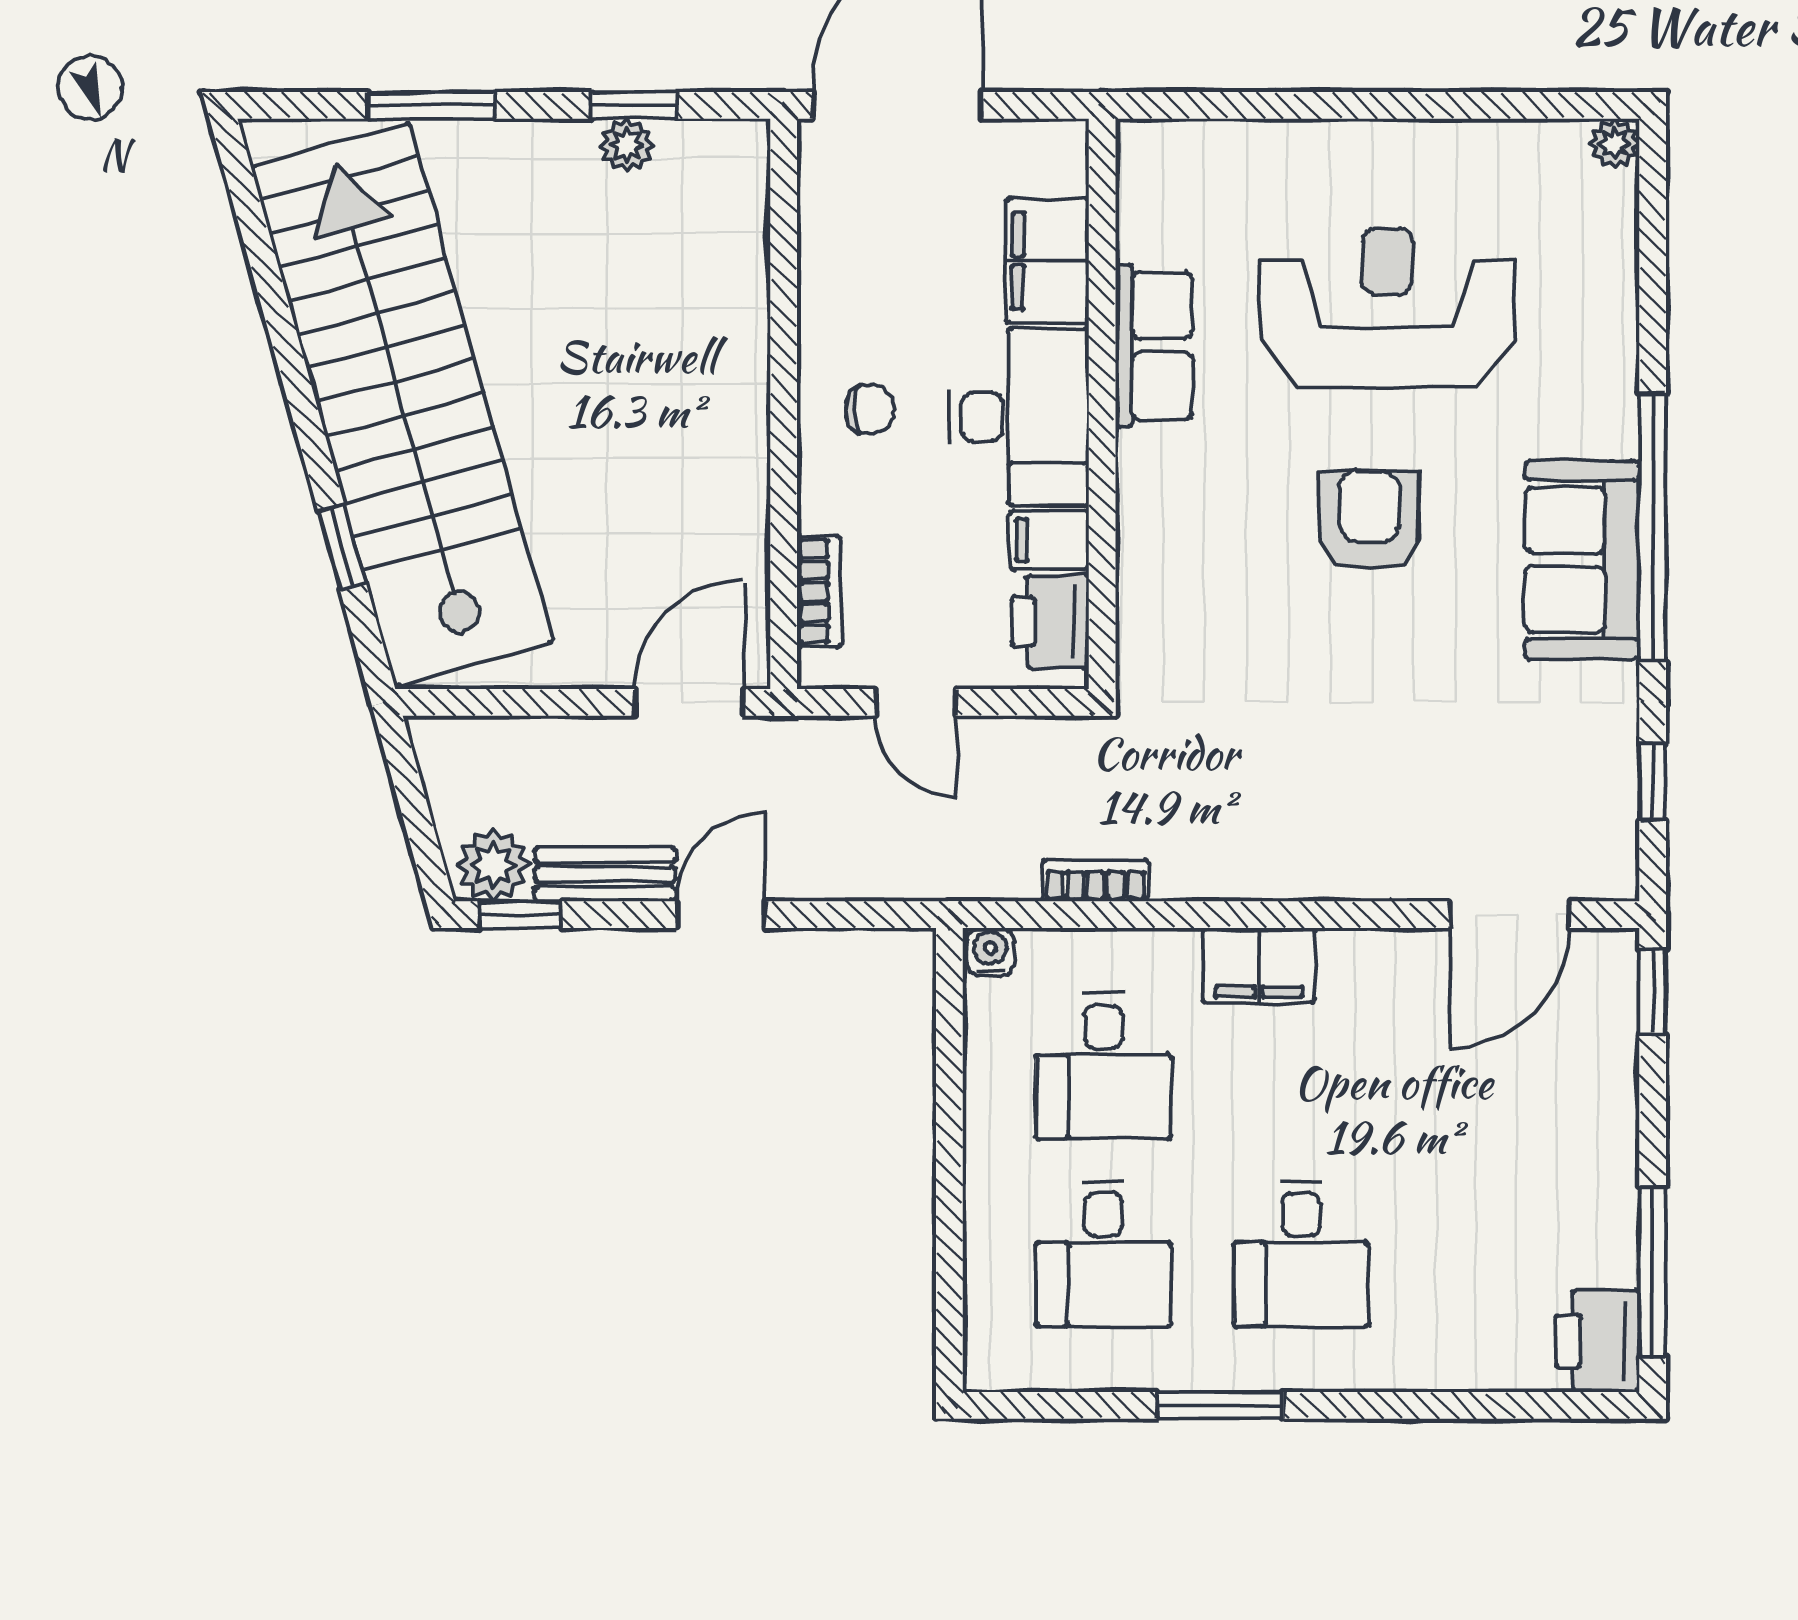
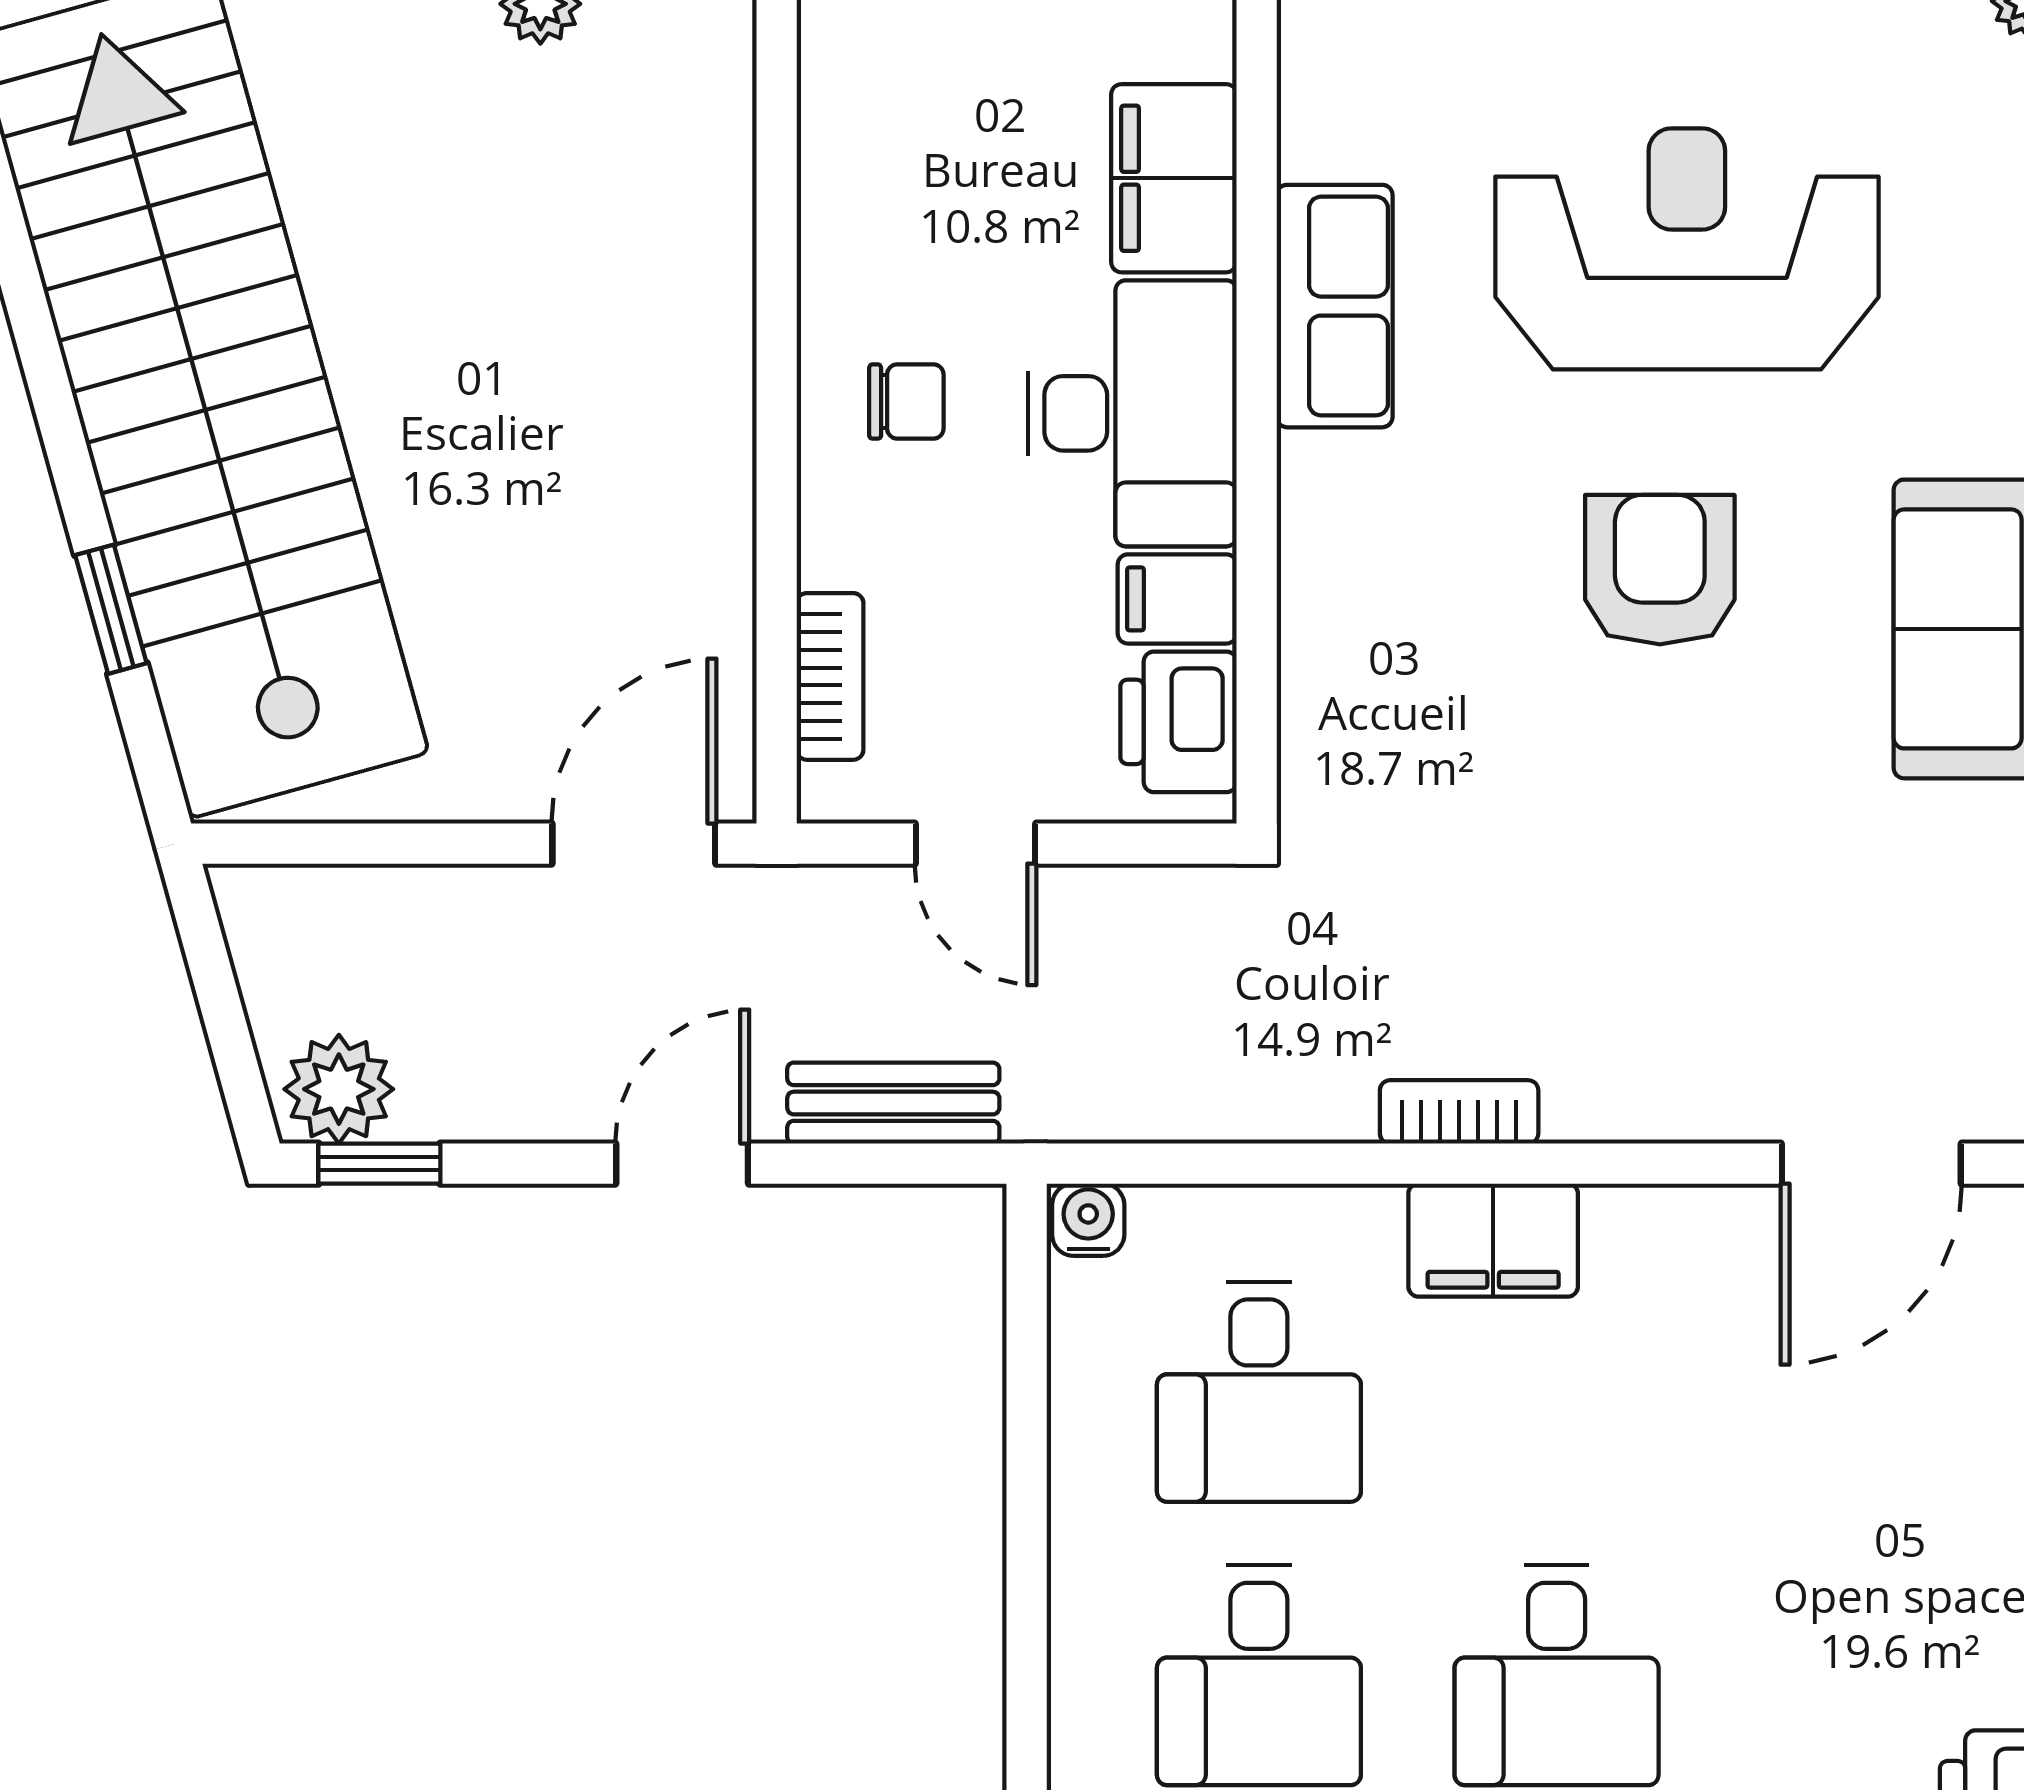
bench: (605, 874) -> (893, 1103), moved
bookcase: (1095, 880) -> (1459, 1112), moved

